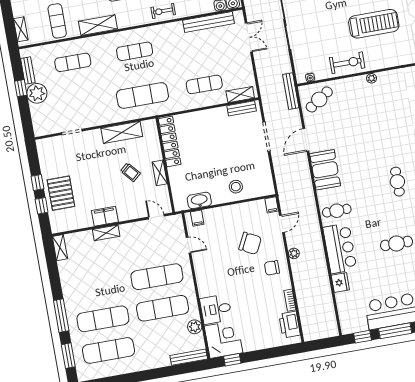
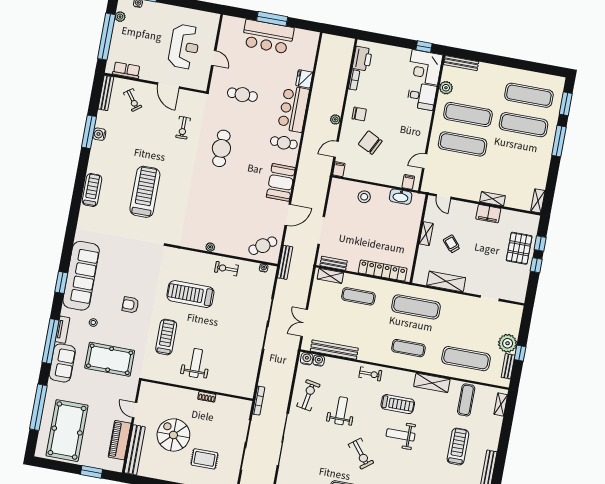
exercise mat: (73, 62) -> (466, 359), width x1.36, depth x1.45
exercise bike: (347, 63) -> (226, 269), width x0.73, depth x0.72
locker: (170, 142) -> (383, 271), moved, turned 90
cafe table: (397, 182) -> (221, 148), width x1.37, depth x1.35
door: (189, 245) -> (425, 161), hinge flipped
window: (362, 337) -> (303, 24), removed

